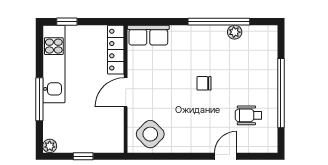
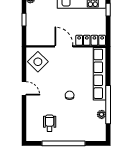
row of seats: (148, 35) -> (100, 74), width x2.02
door: (225, 156) -> (24, 88), moved

